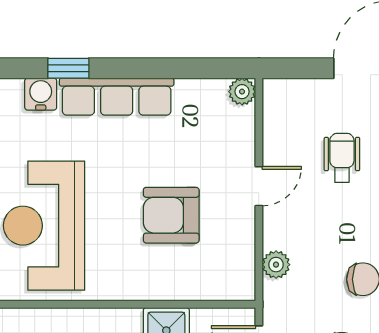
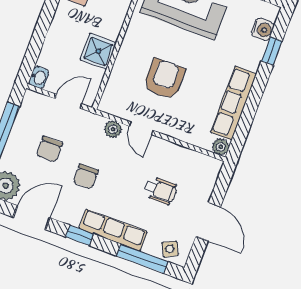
row of seats: (117, 97) -> (234, 103), moved
door: (259, 186) -> (141, 128), moved

